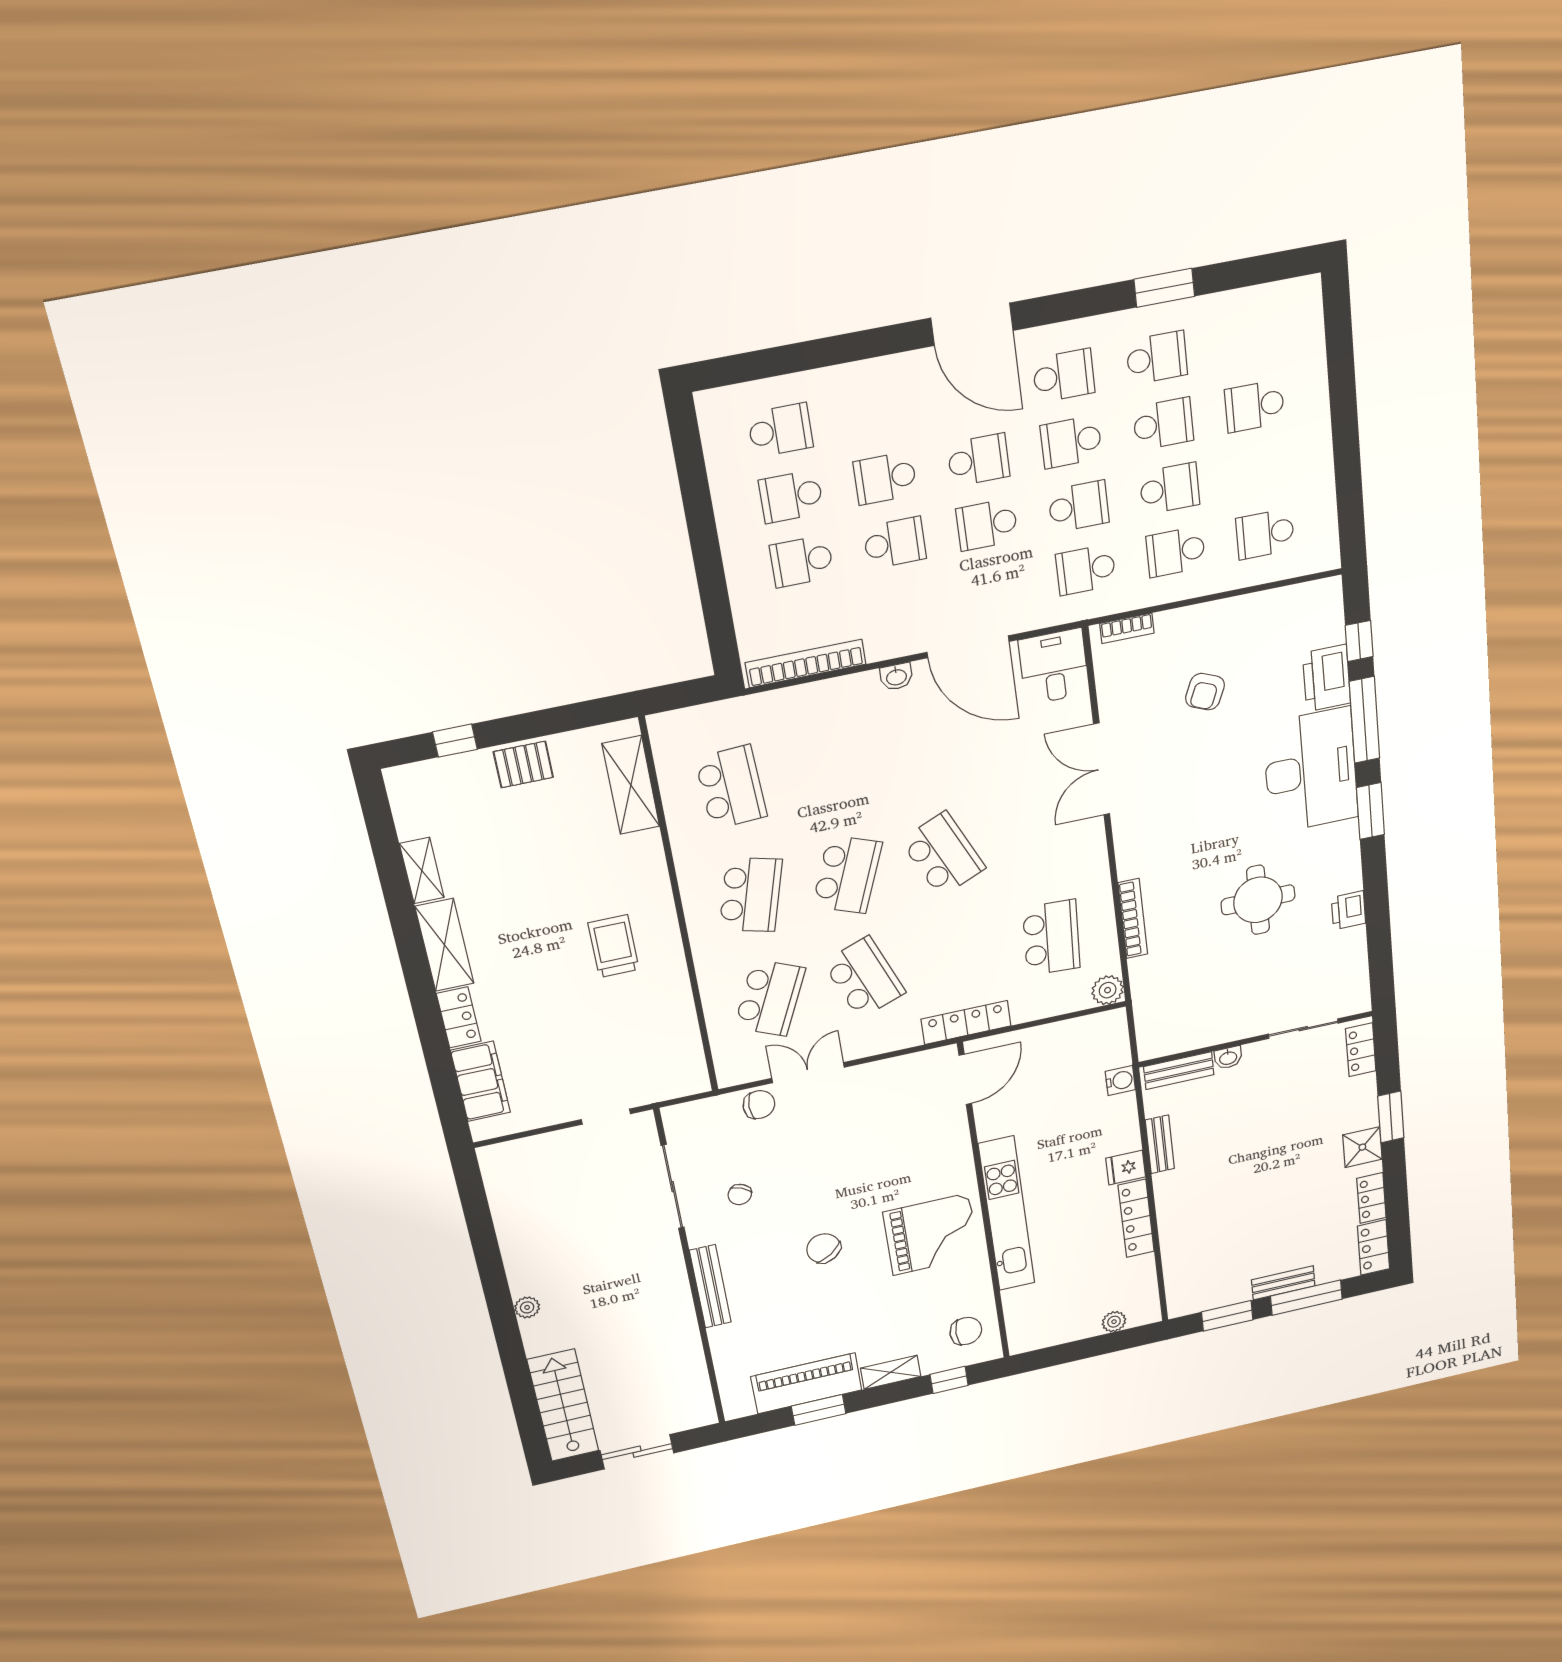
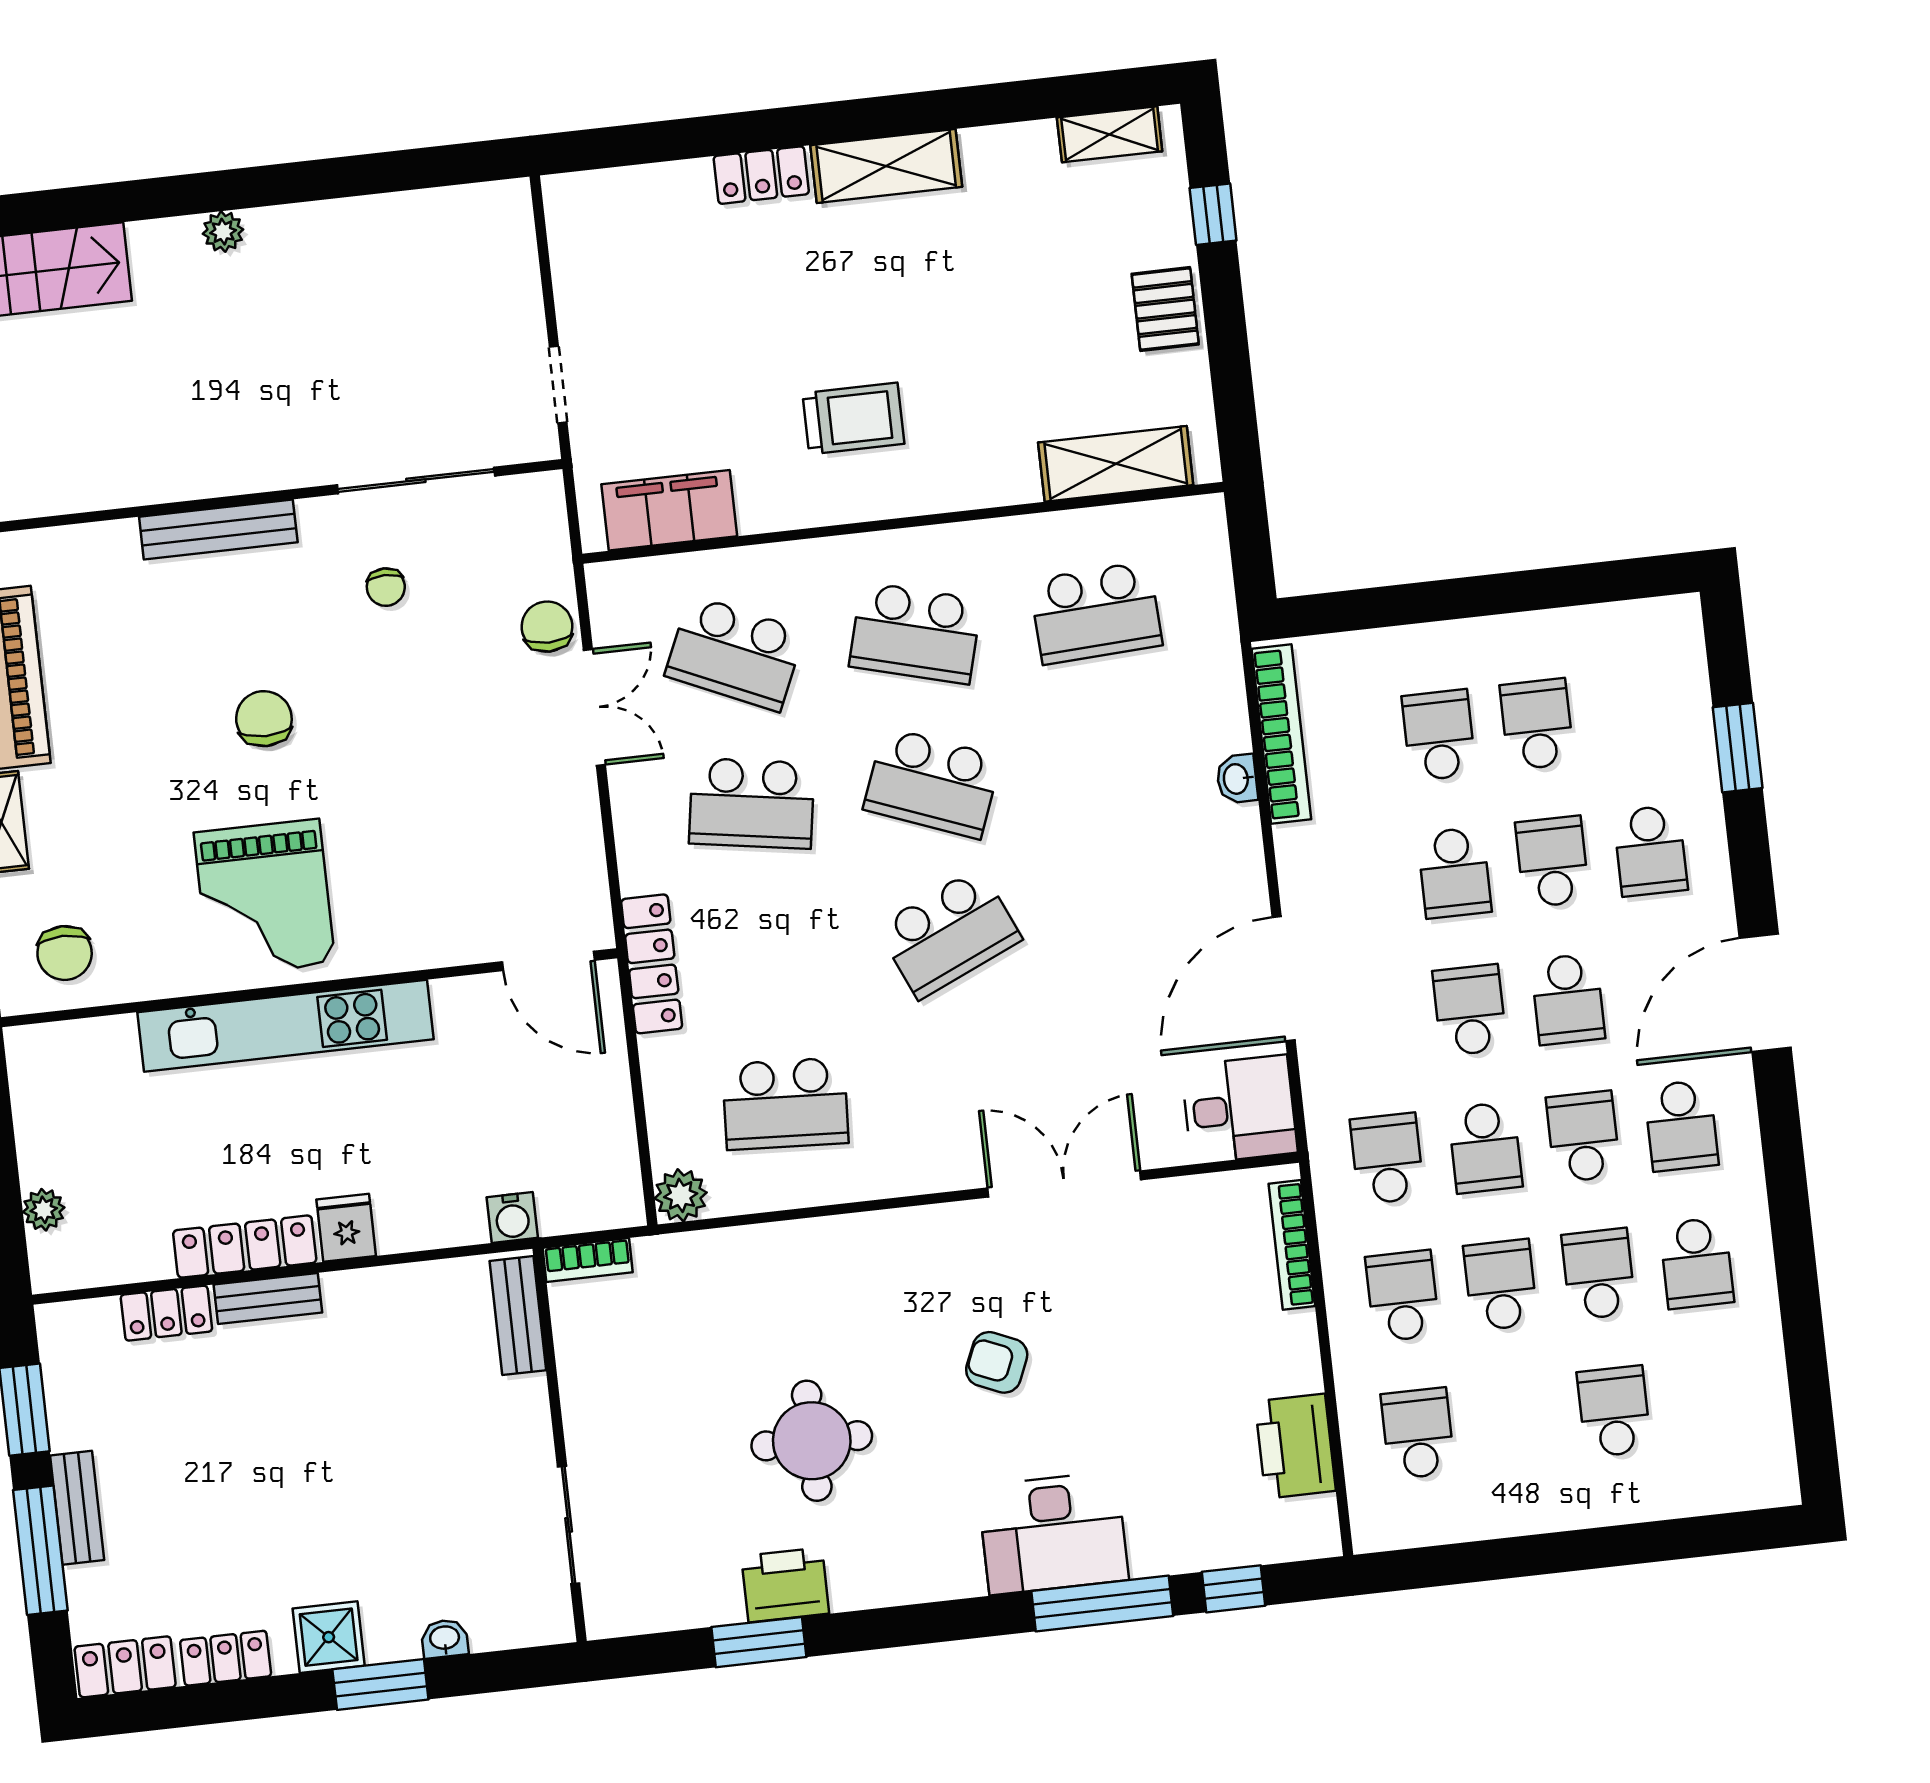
window: (1164, 288) -> (1738, 748), moved
school desk: (1163, 424) -> (1599, 1274), turned 180
school desk: (780, 430) -> (1650, 851), moved
school desk: (1170, 489) -> (1501, 1285), turned 180
bookcase: (1127, 628) -> (1292, 1245), width x1.56
washbasin: (896, 677) -> (1237, 779), moved
printer: (1327, 678) -> (1295, 1446), moved, turned -90
armchair: (1205, 692) -> (997, 1362), moved
desk: (1311, 771) -> (1053, 1533), width x0.73, depth x0.77
window: (1370, 811) -> (759, 1642), moved
shelving: (422, 871) -> (1110, 134), moved
printer: (1349, 910) -> (785, 1585), width x1.36, depth x1.24
bookcase: (1133, 919) -> (588, 1260), moved, width x0.64
school desk: (864, 978) -> (752, 803), turned 30
locker: (1361, 1050) -> (166, 1313), moved, turned 180
washbasin: (1228, 1058) -> (445, 1639), moved, turned 90
filing cabinet: (481, 1081) -> (669, 510), moved, turned 180
chair: (759, 1105) -> (547, 627), turned 180
bench: (1160, 1144) -> (268, 1298), moved
chair: (740, 1195) -> (386, 587), turned -116
chair: (823, 1248) -> (264, 719), turned -54

